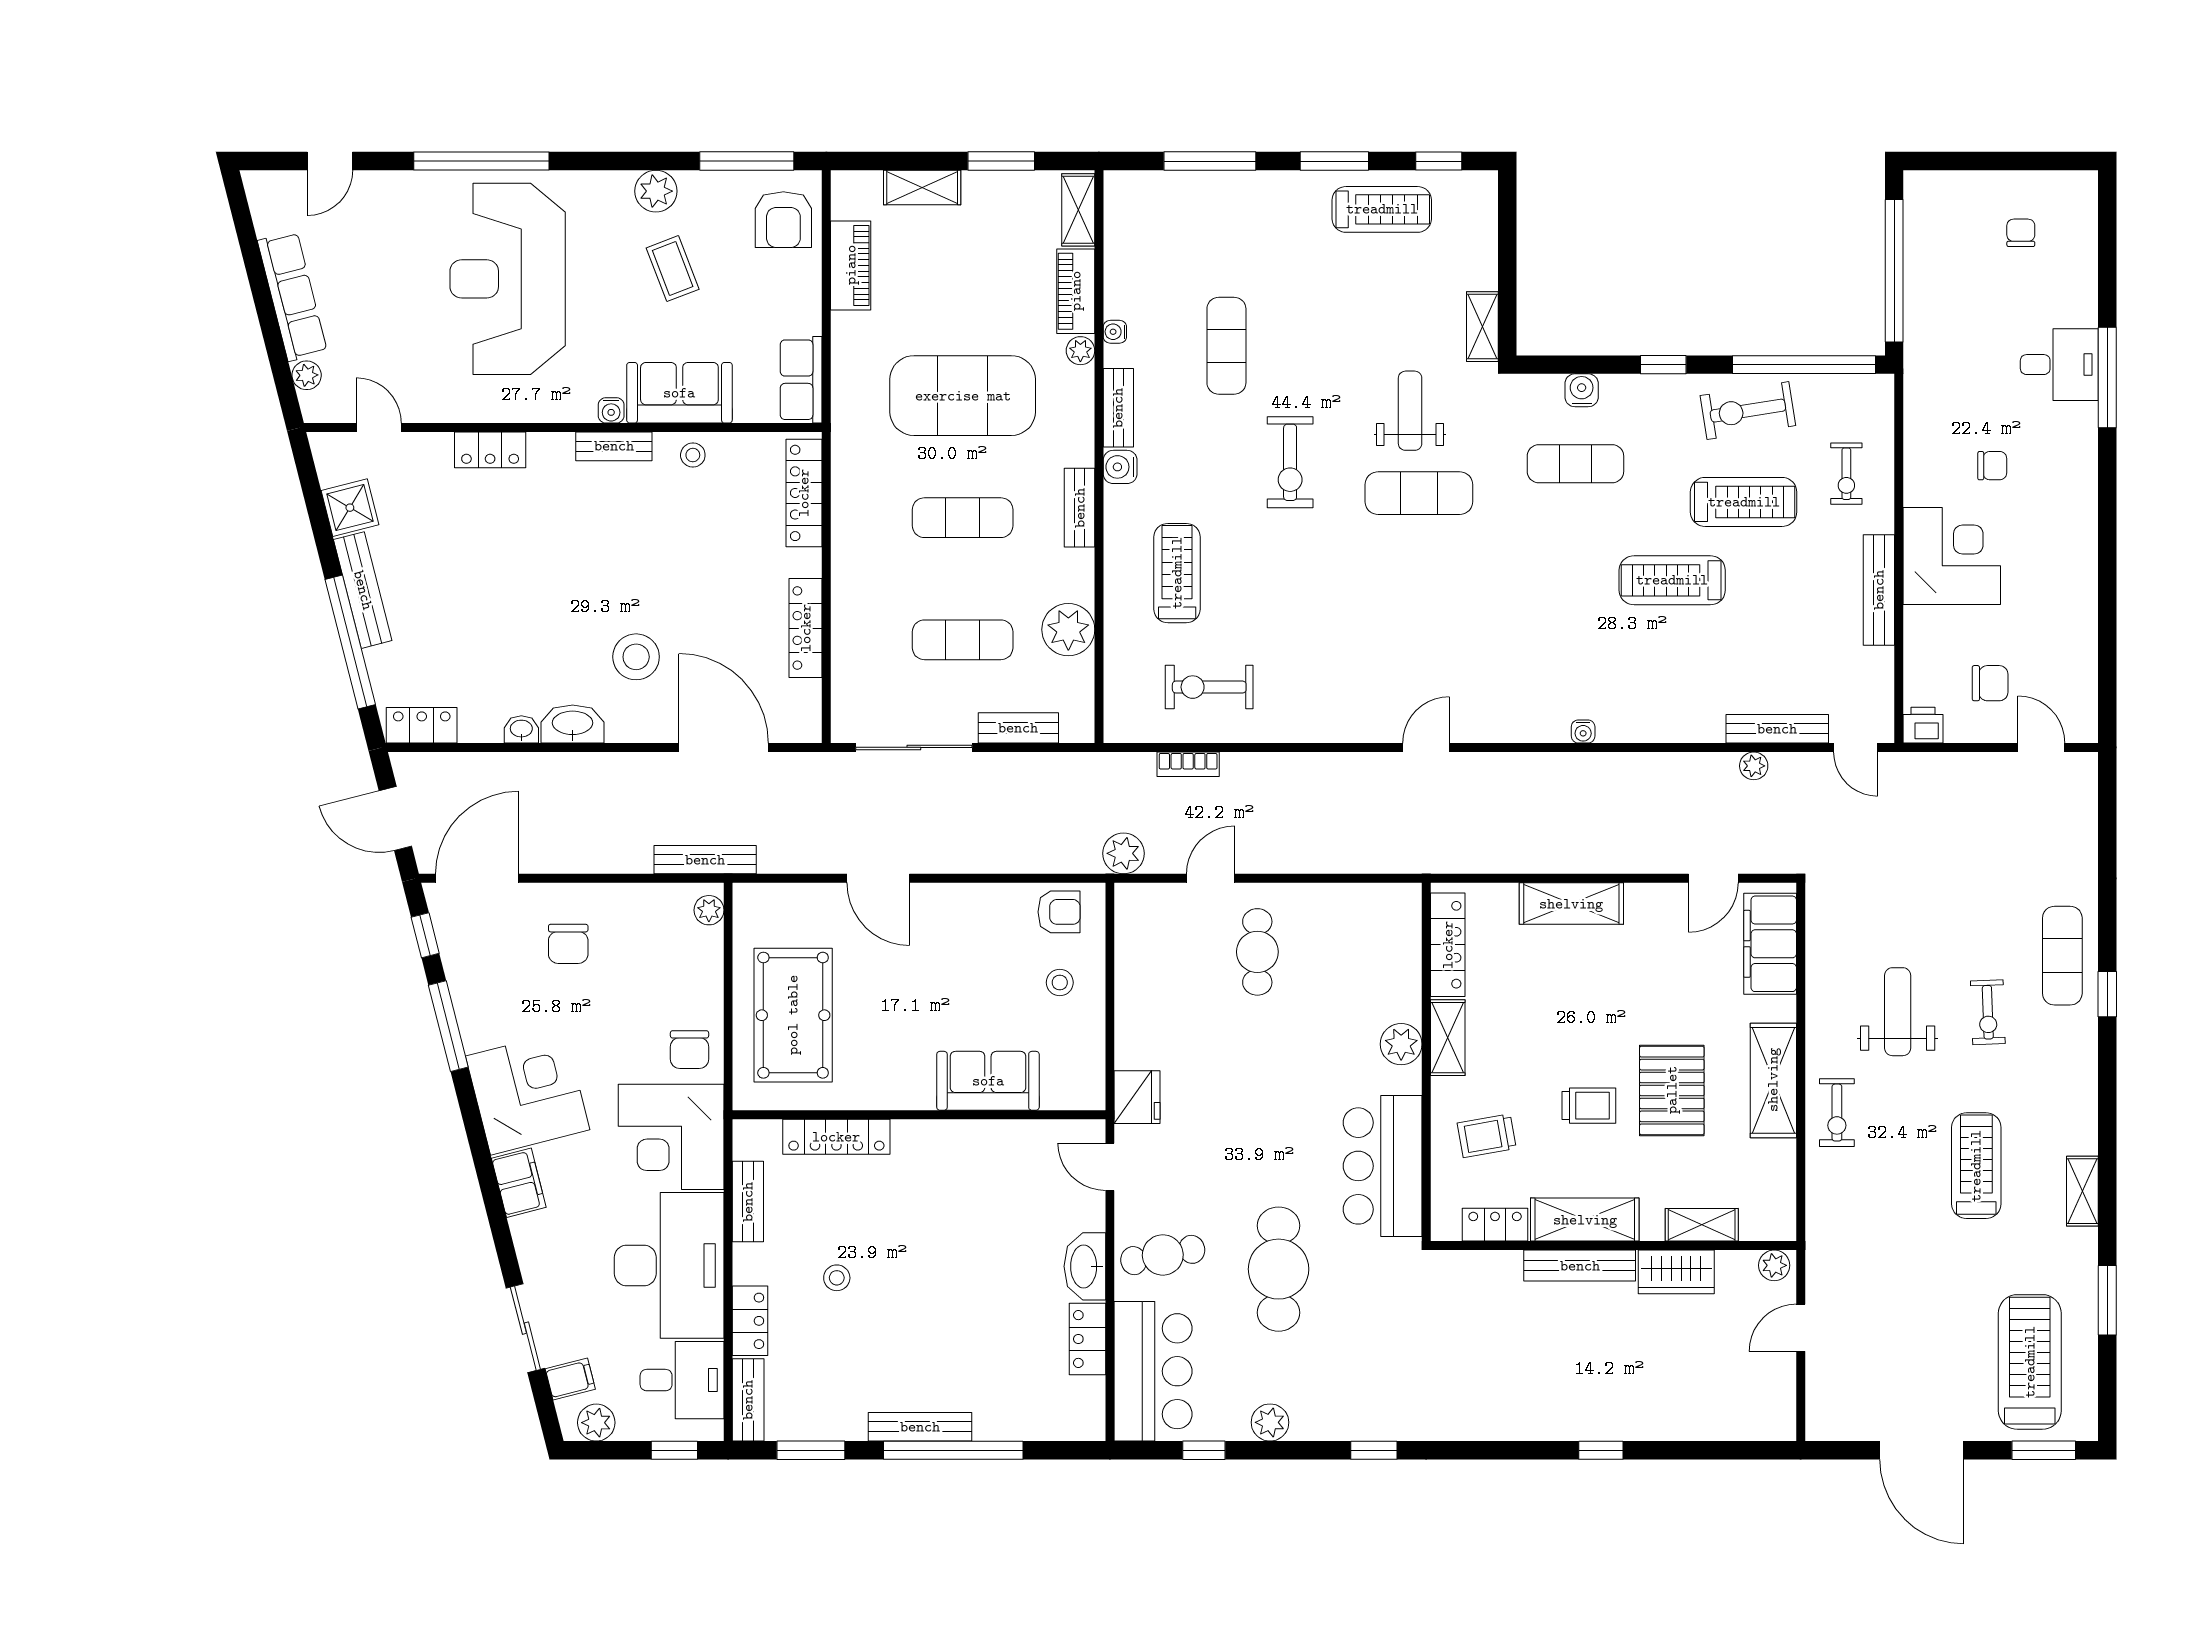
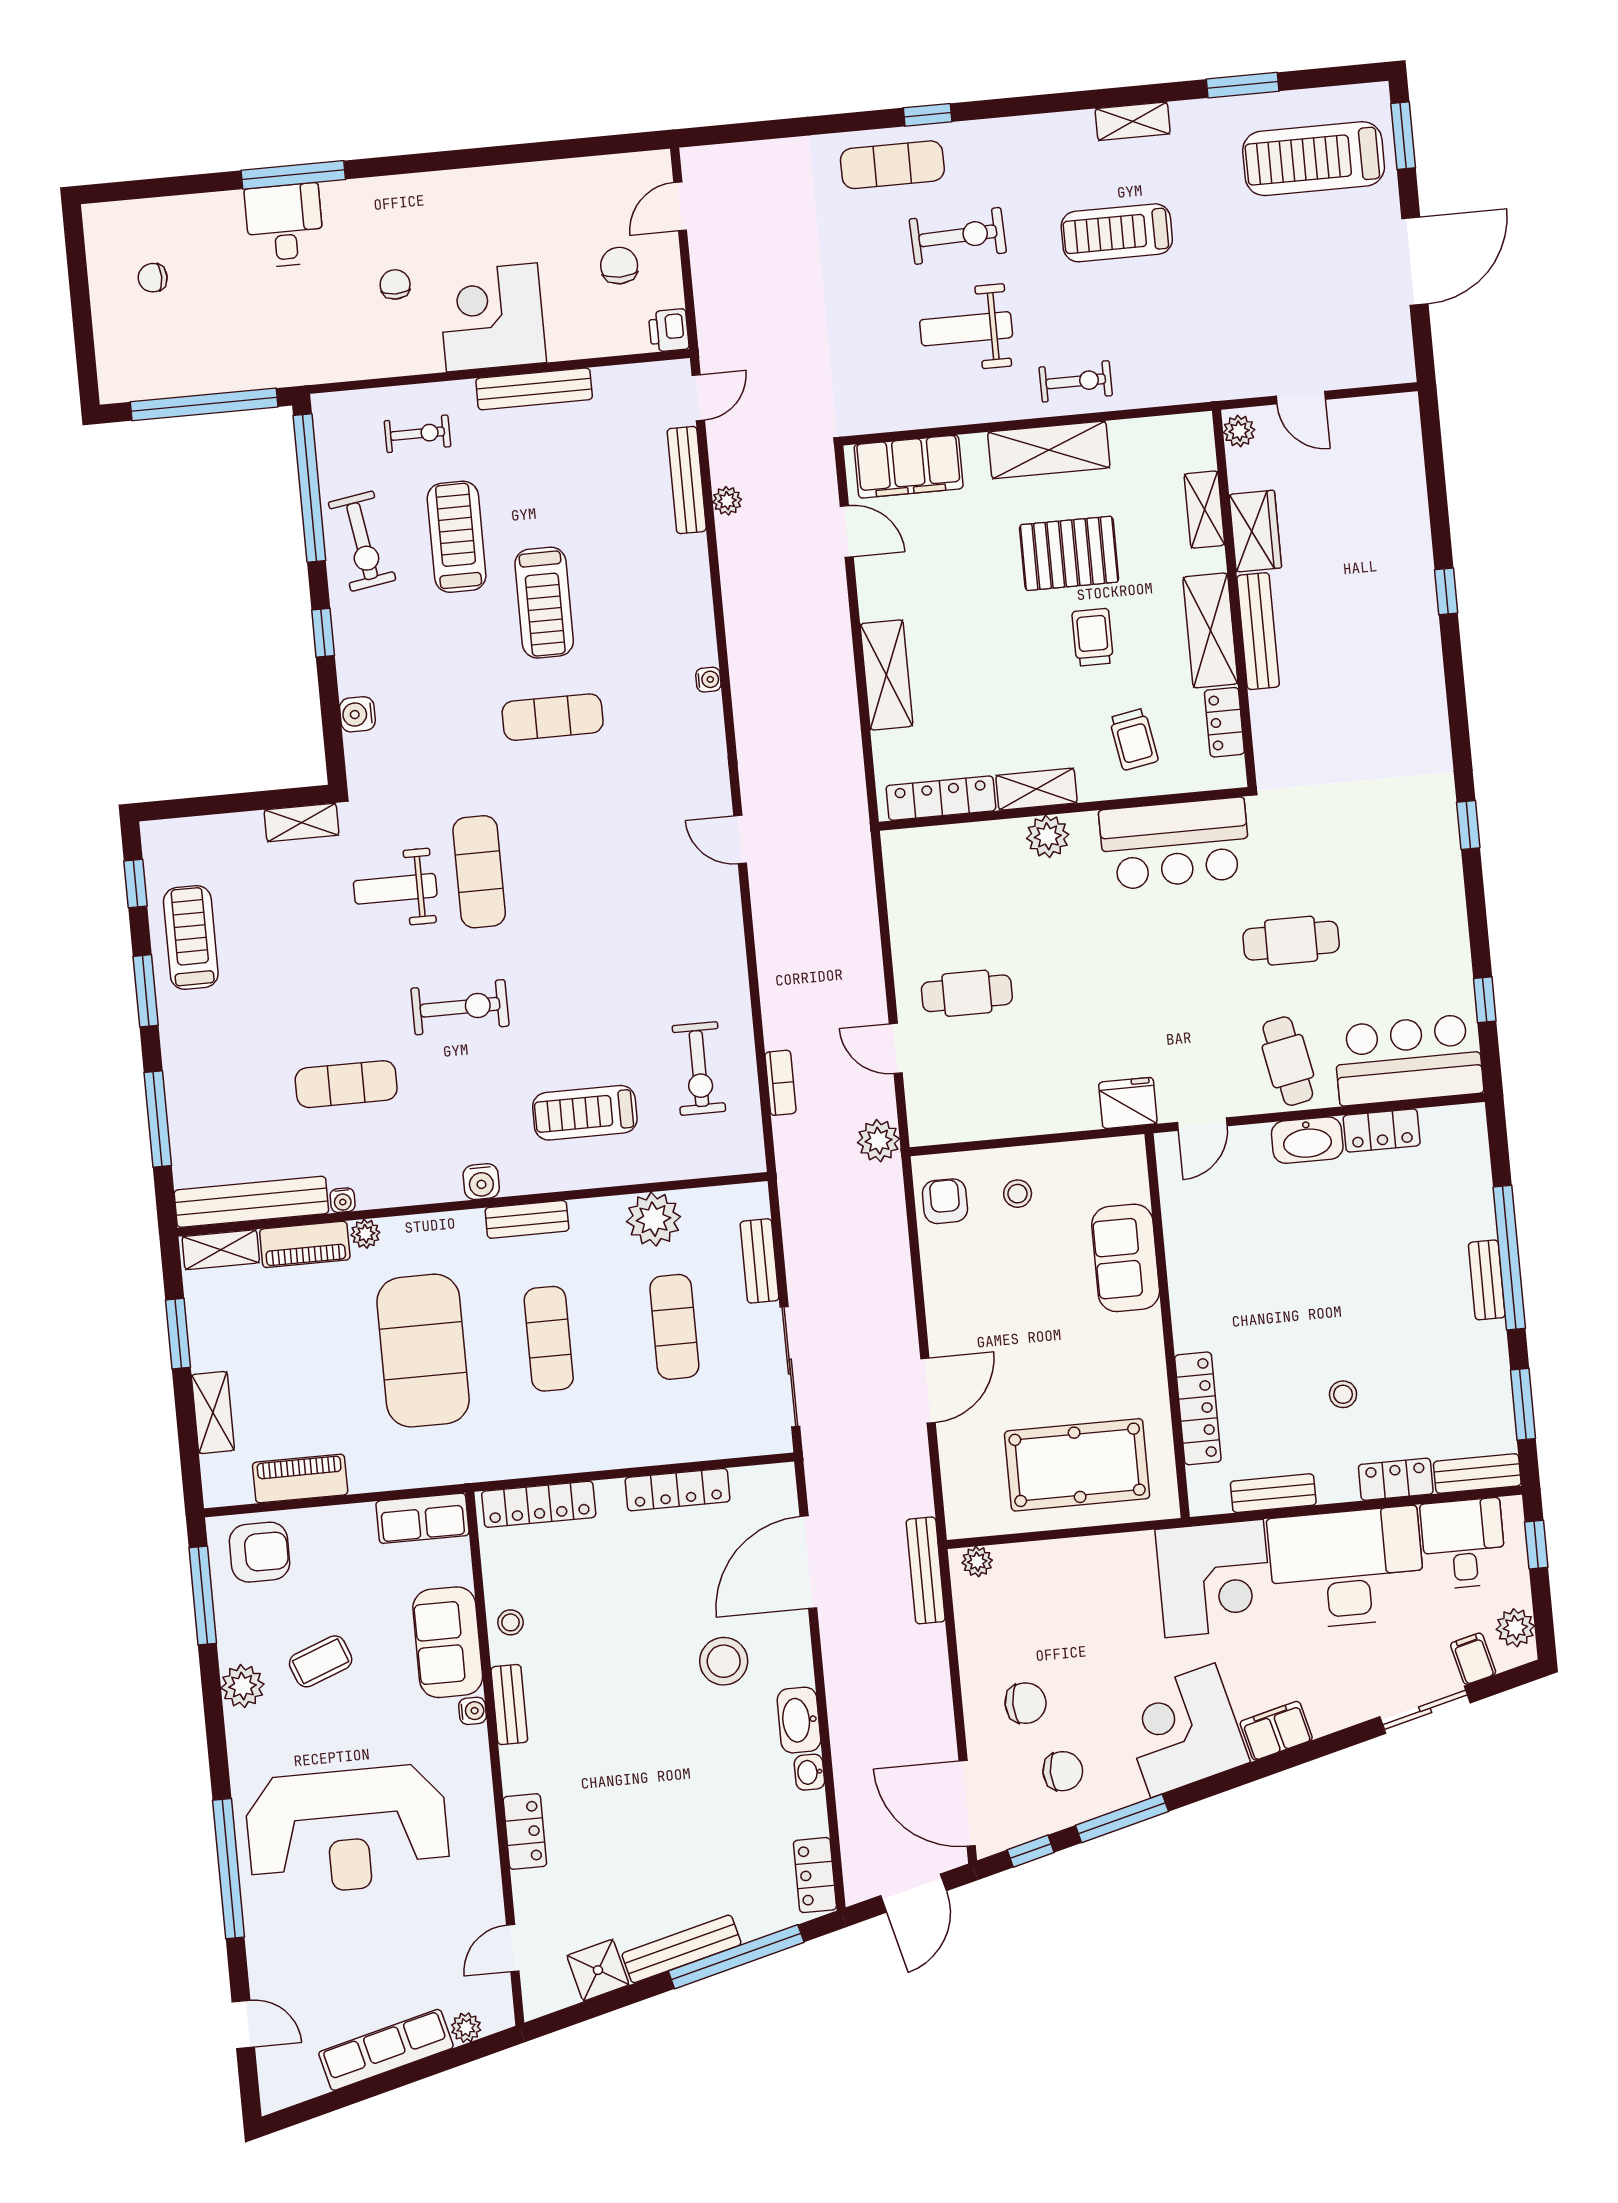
bench: (1118, 408) -> (251, 1202), moved, width x1.86, depth x1.21
exercise mat: (1575, 464) -> (553, 717), moved, turned 90
exercise bike: (1988, 1012) -> (958, 236), width x1.38, depth x1.39
chair: (690, 1050) -> (1063, 1771), moved
cafe table: (1279, 1269) -> (1291, 941), width x0.73, depth x0.74
plant: (1270, 1422) -> (1450, 934), removed
bench: (920, 1427) -> (1487, 1280), width x0.73

